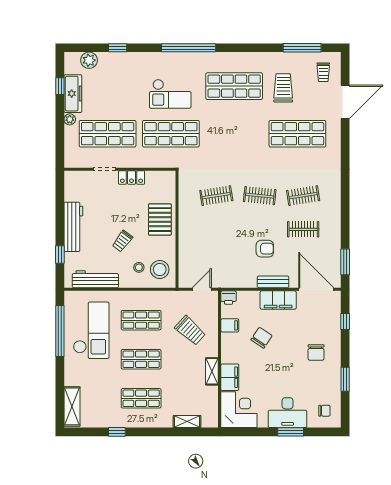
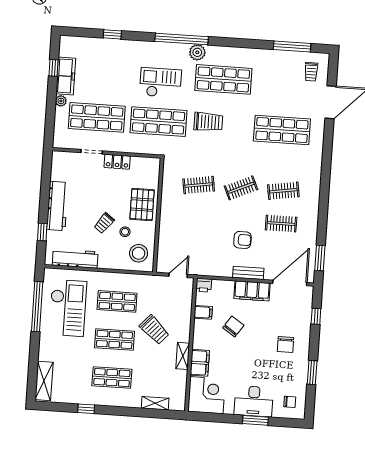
plant: (89, 60) -> (197, 52), moved
trolley: (283, 88) -> (208, 122), moved, turned 90
checkout: (170, 94) -> (160, 83), turned 180
clothes rail: (260, 196) -> (241, 188), turned -30
stool: (139, 267) -> (125, 232), moved
door: (316, 289) -> (290, 283), hinge flipped
trolley: (190, 331) -> (154, 330), moved

